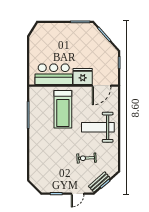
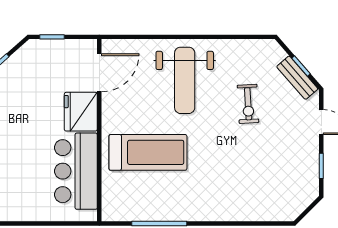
door: (102, 86) -> (99, 73), hinge flipped

